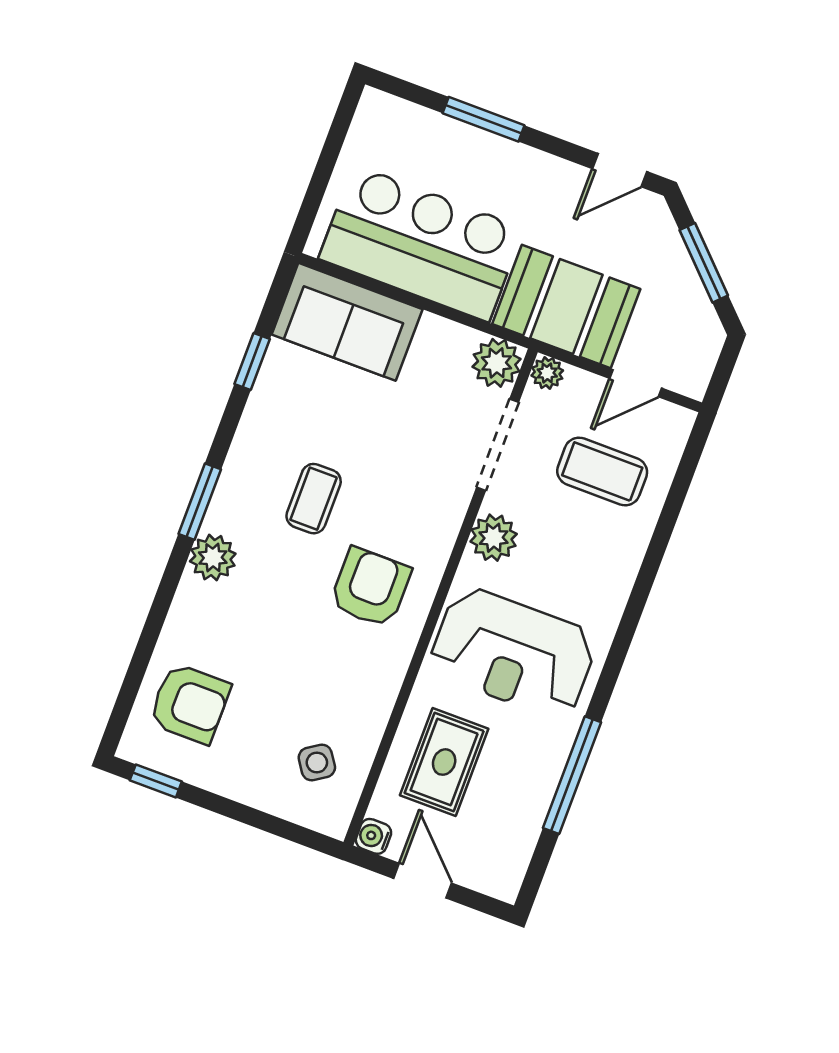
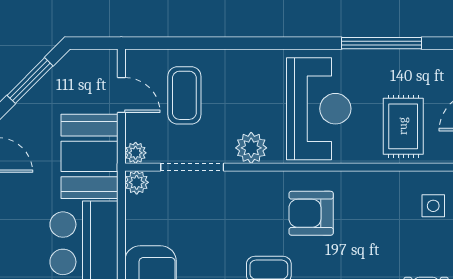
plant: (497, 363) -> (137, 182), width x0.73, depth x0.73
side table: (317, 762) -> (433, 206), turned 34
rug: (444, 762) -> (403, 126), turned 90

